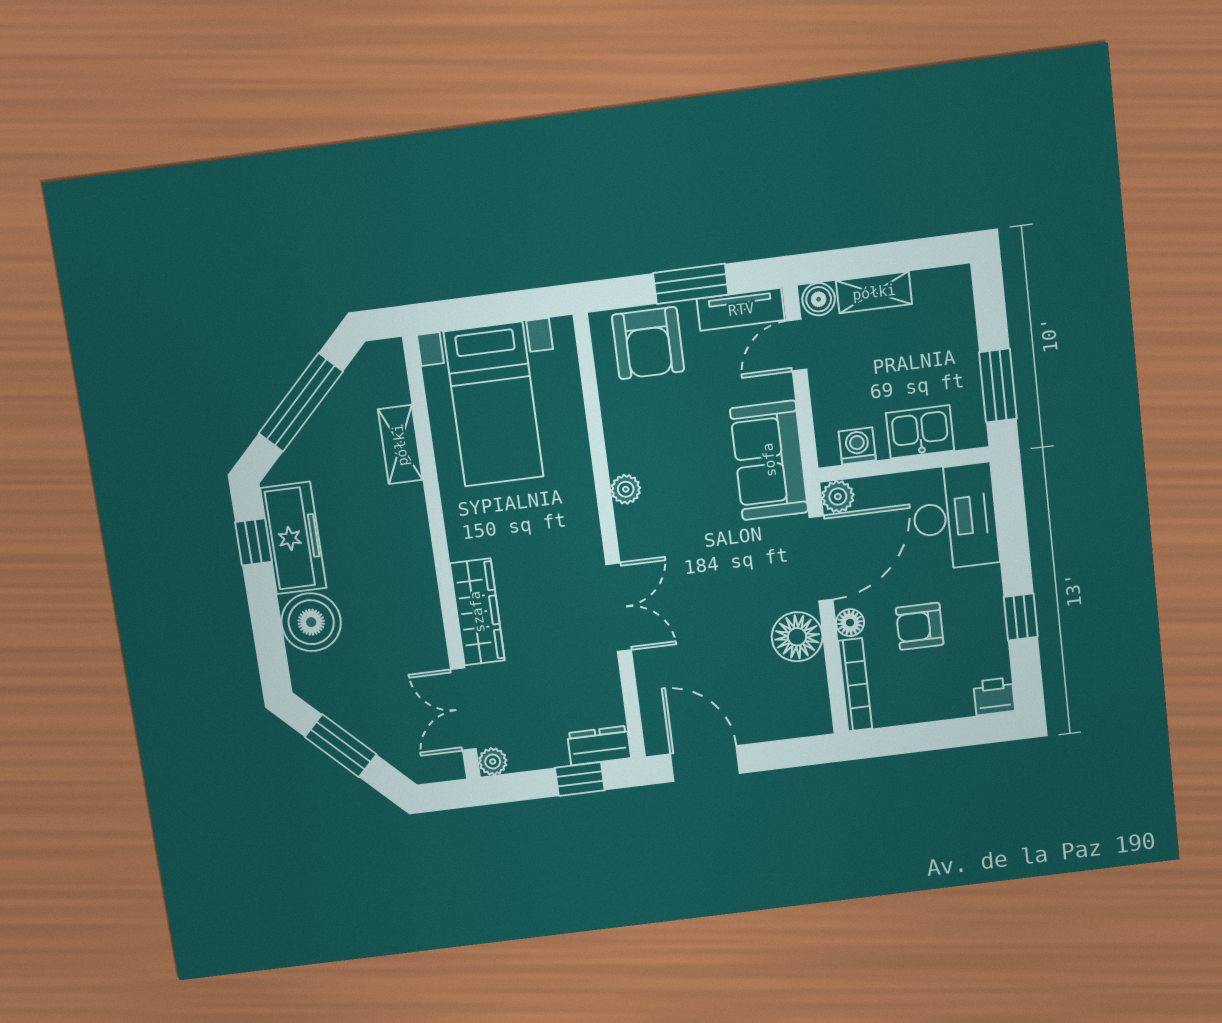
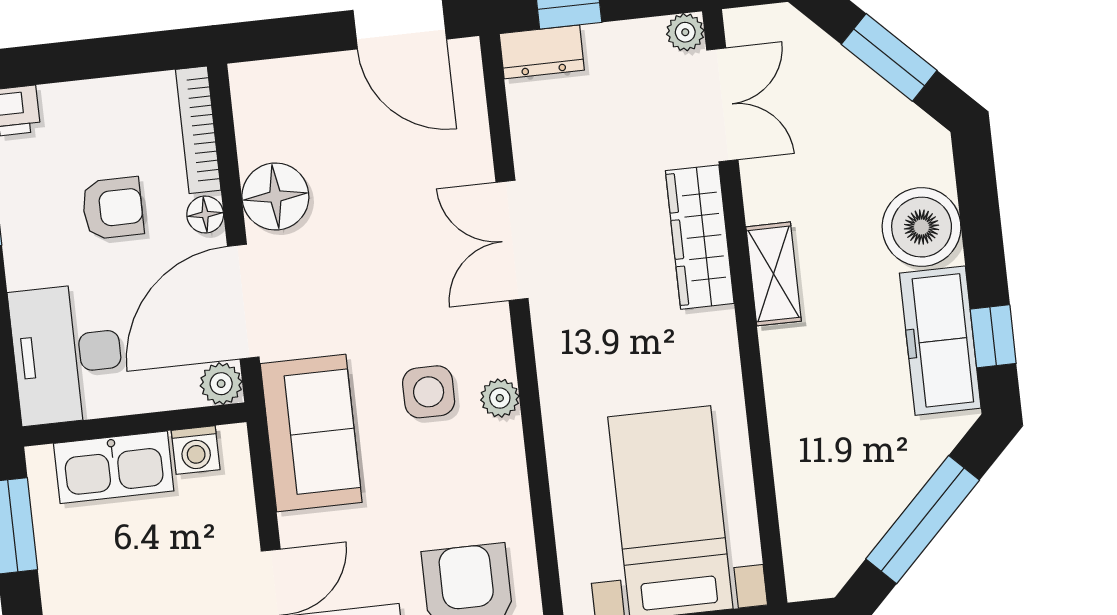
kitchen sink: (920, 432) -> (114, 467), width x1.38
shelving: (400, 445) -> (774, 274), moved
side table: (680, 493) -> (429, 392), added

